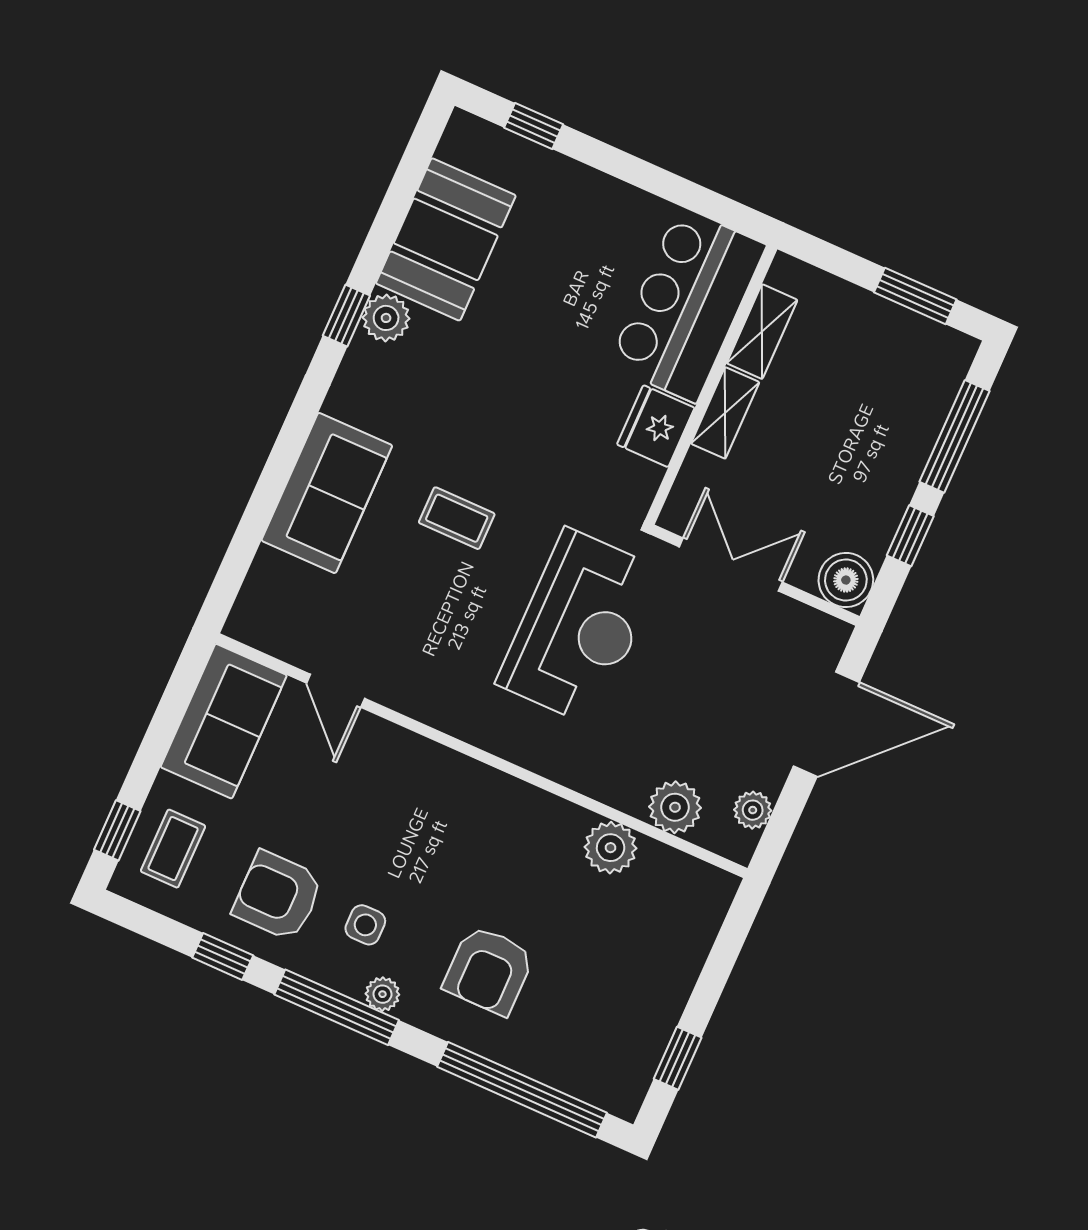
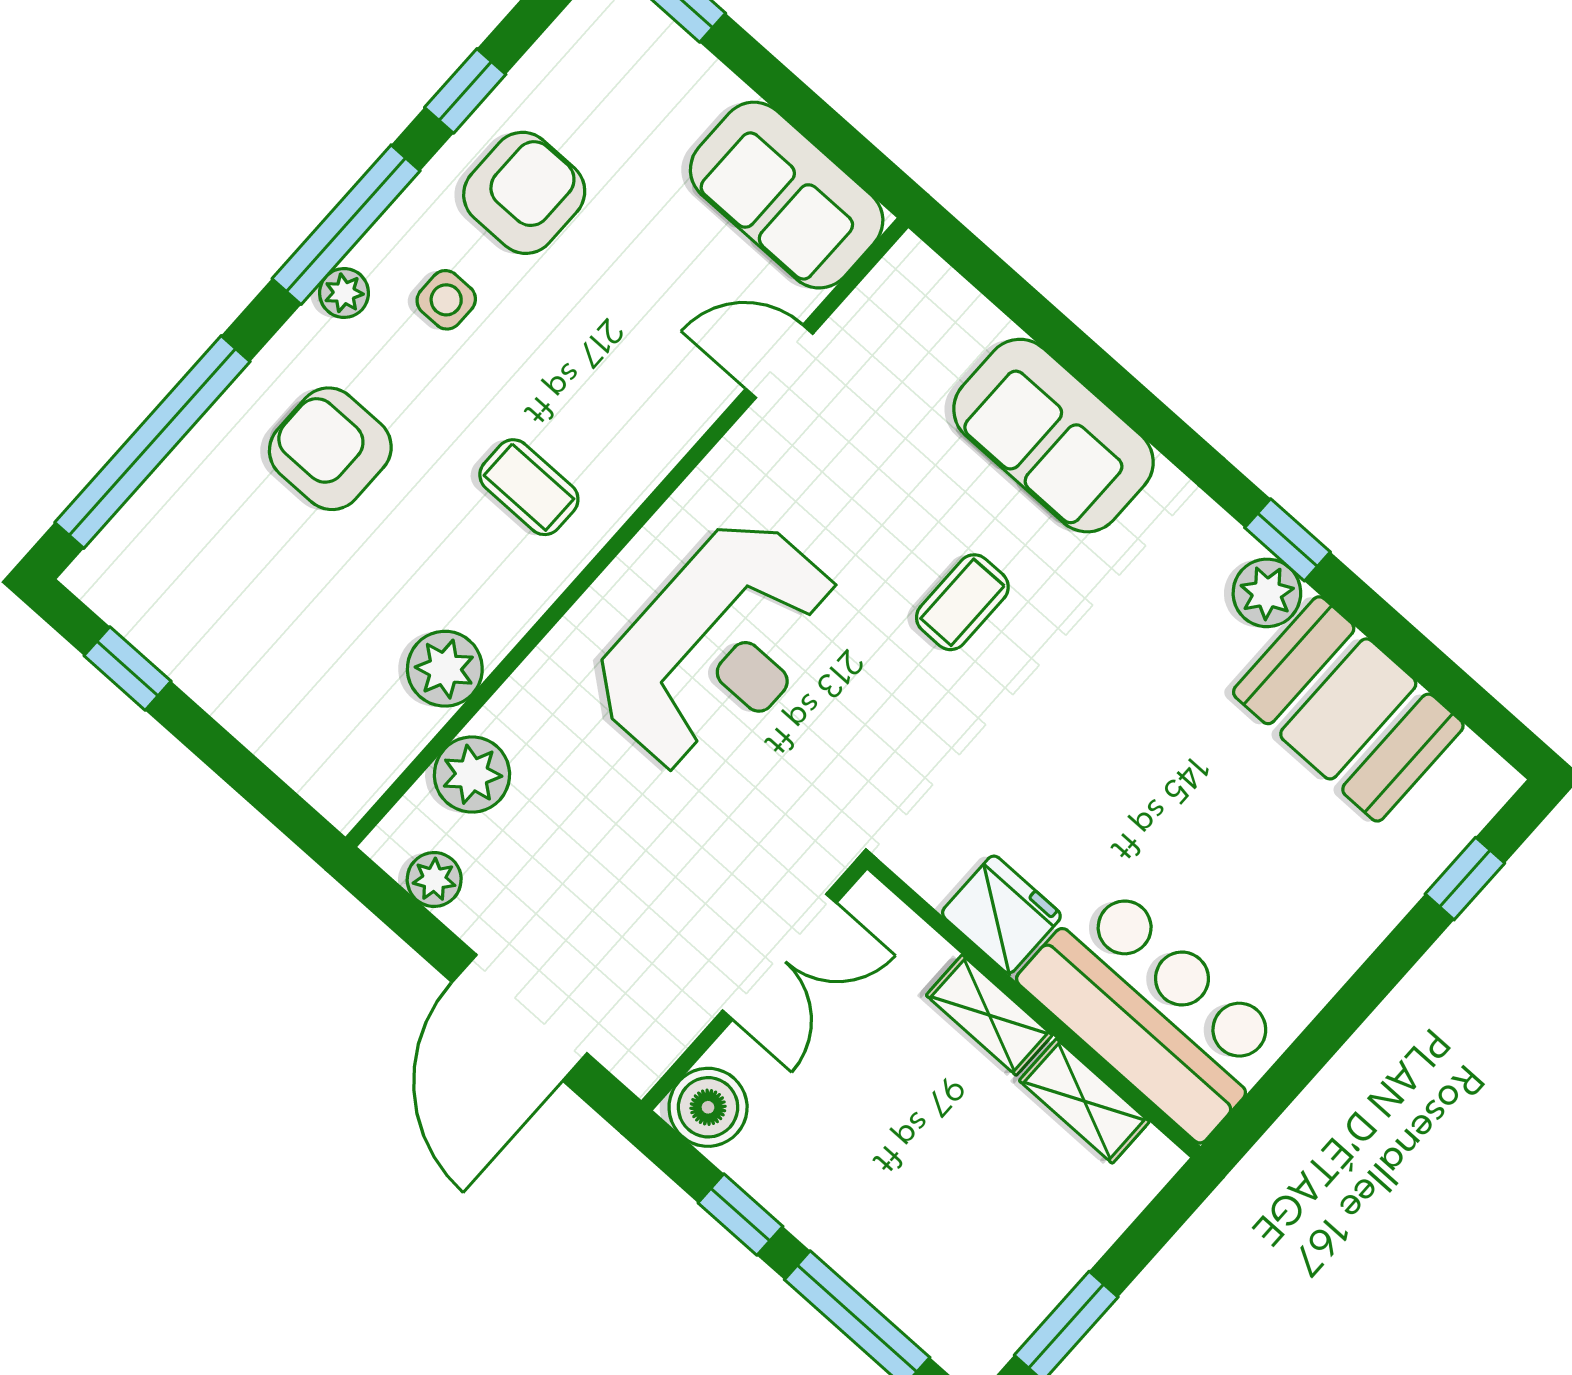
reception desk: (579, 627) -> (718, 647), moved, turned -90
coffee table: (173, 849) -> (529, 487), moved

